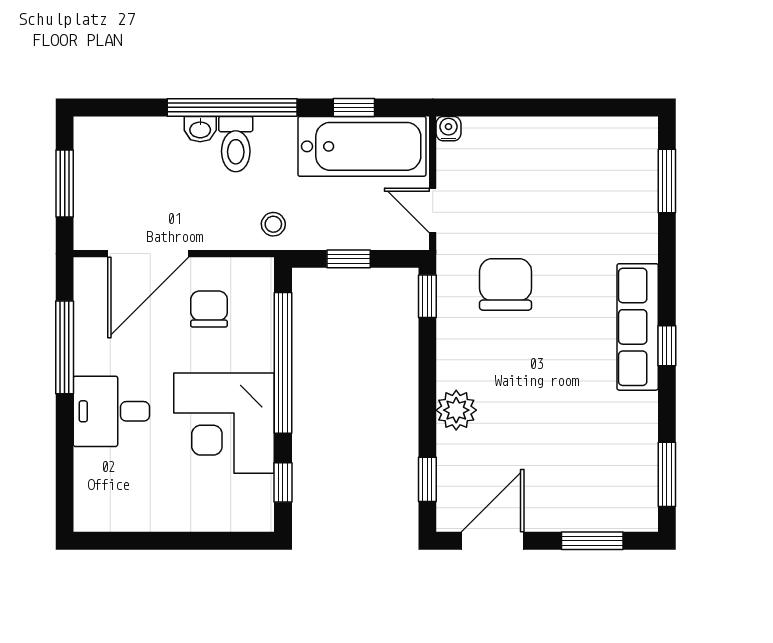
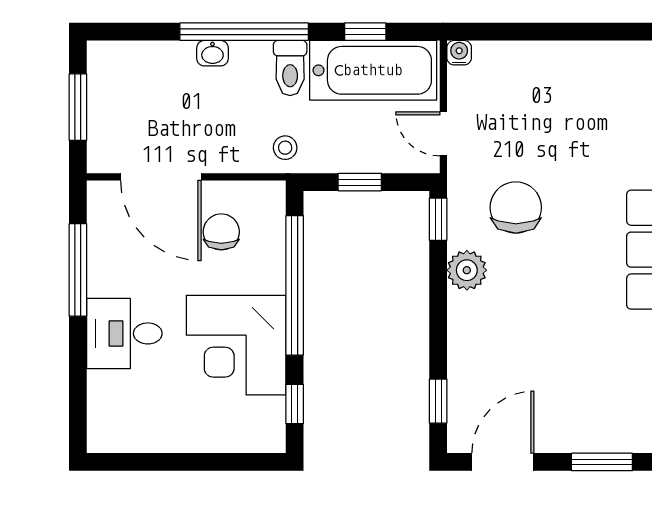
toilet: (236, 144) -> (290, 68), moved
door: (148, 254) -> (161, 177), hinge flipped
plant: (456, 410) -> (467, 270), moved

